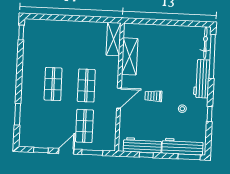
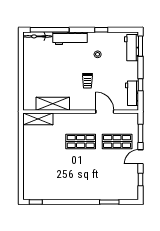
shop shelf: (53, 84) -> (81, 171), removed
door: (119, 98) -> (105, 112), moved
workbench: (142, 145) -> (132, 93), width x0.73
workbench: (182, 147) -> (132, 48), width x0.73
door: (66, 151) -> (141, 157), hinge flipped

